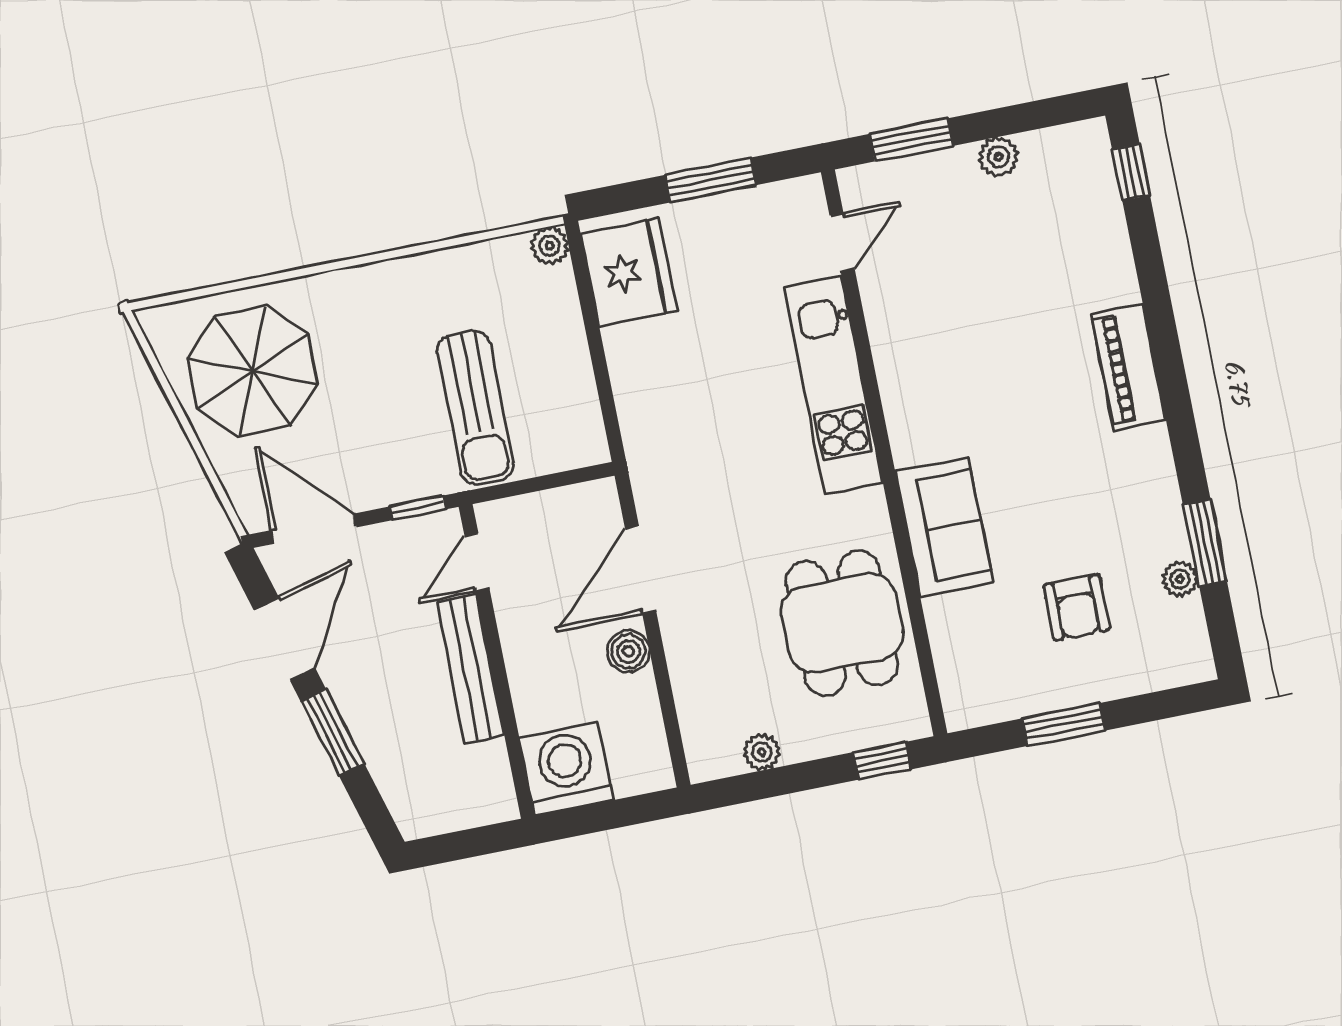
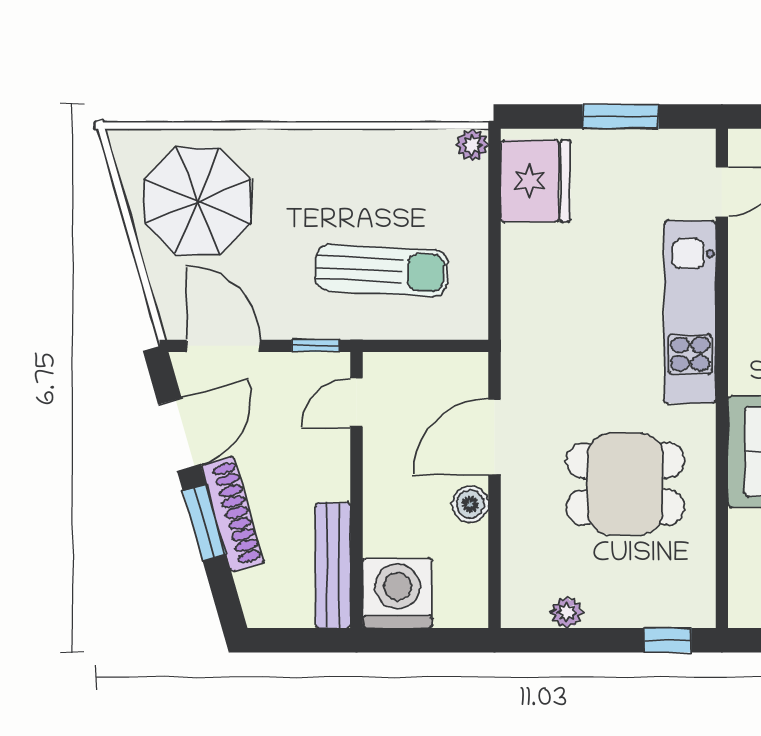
sun lounger: (475, 408) -> (382, 270), turned -87
dining table: (842, 623) -> (625, 484), moved, turned 90
bench: (470, 669) -> (333, 565), moved
shoe rack: (362, 716) -> (233, 514), added

